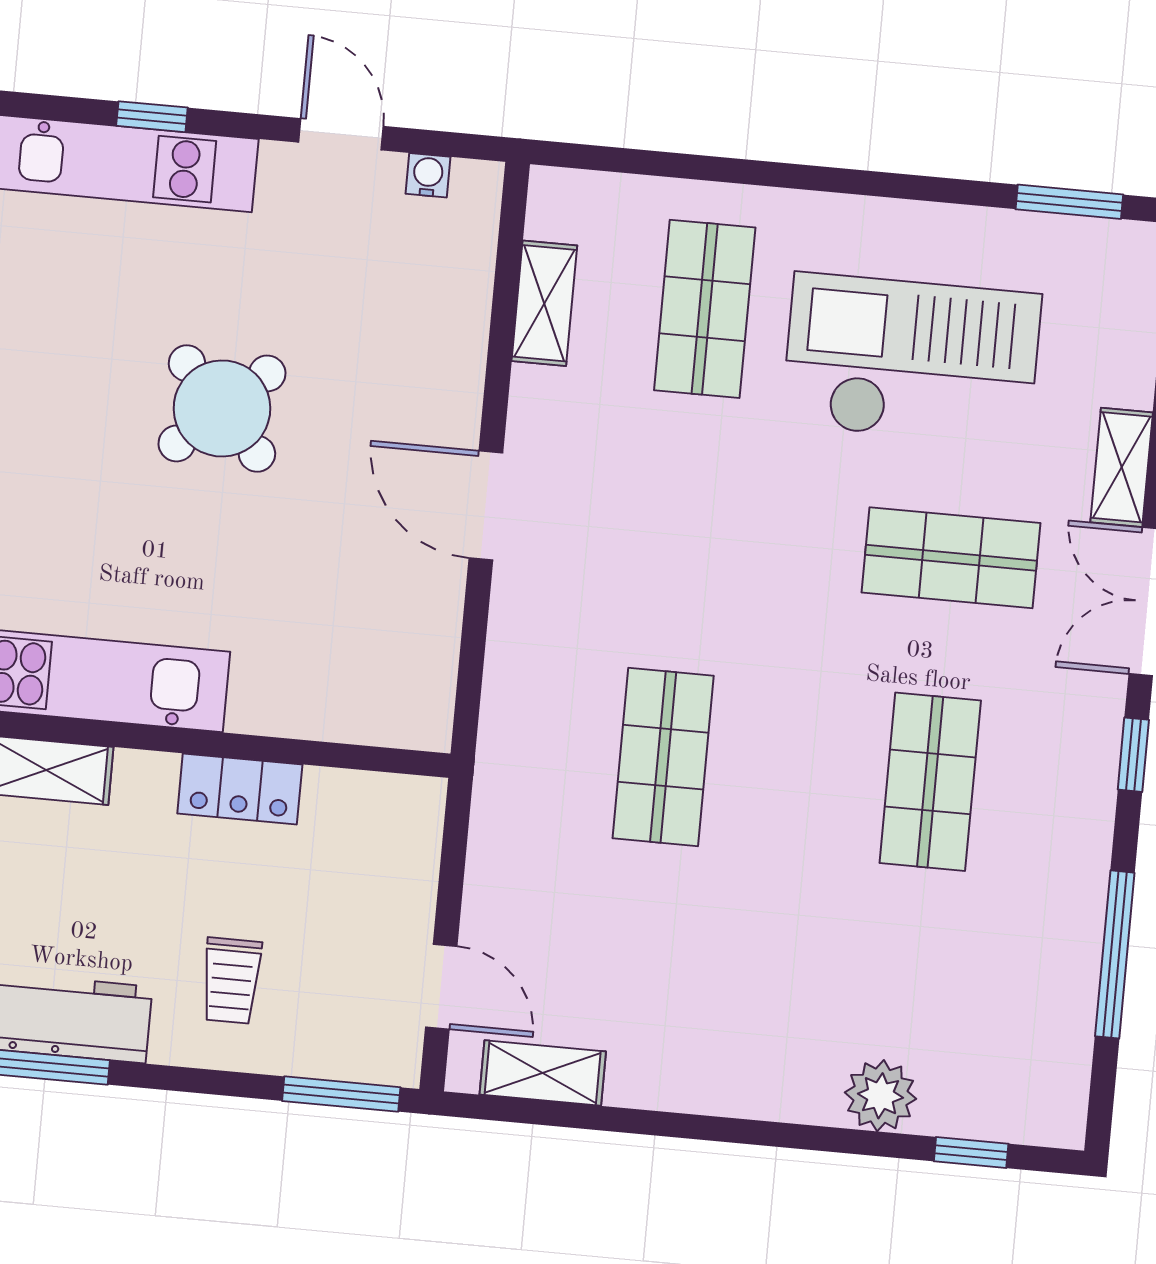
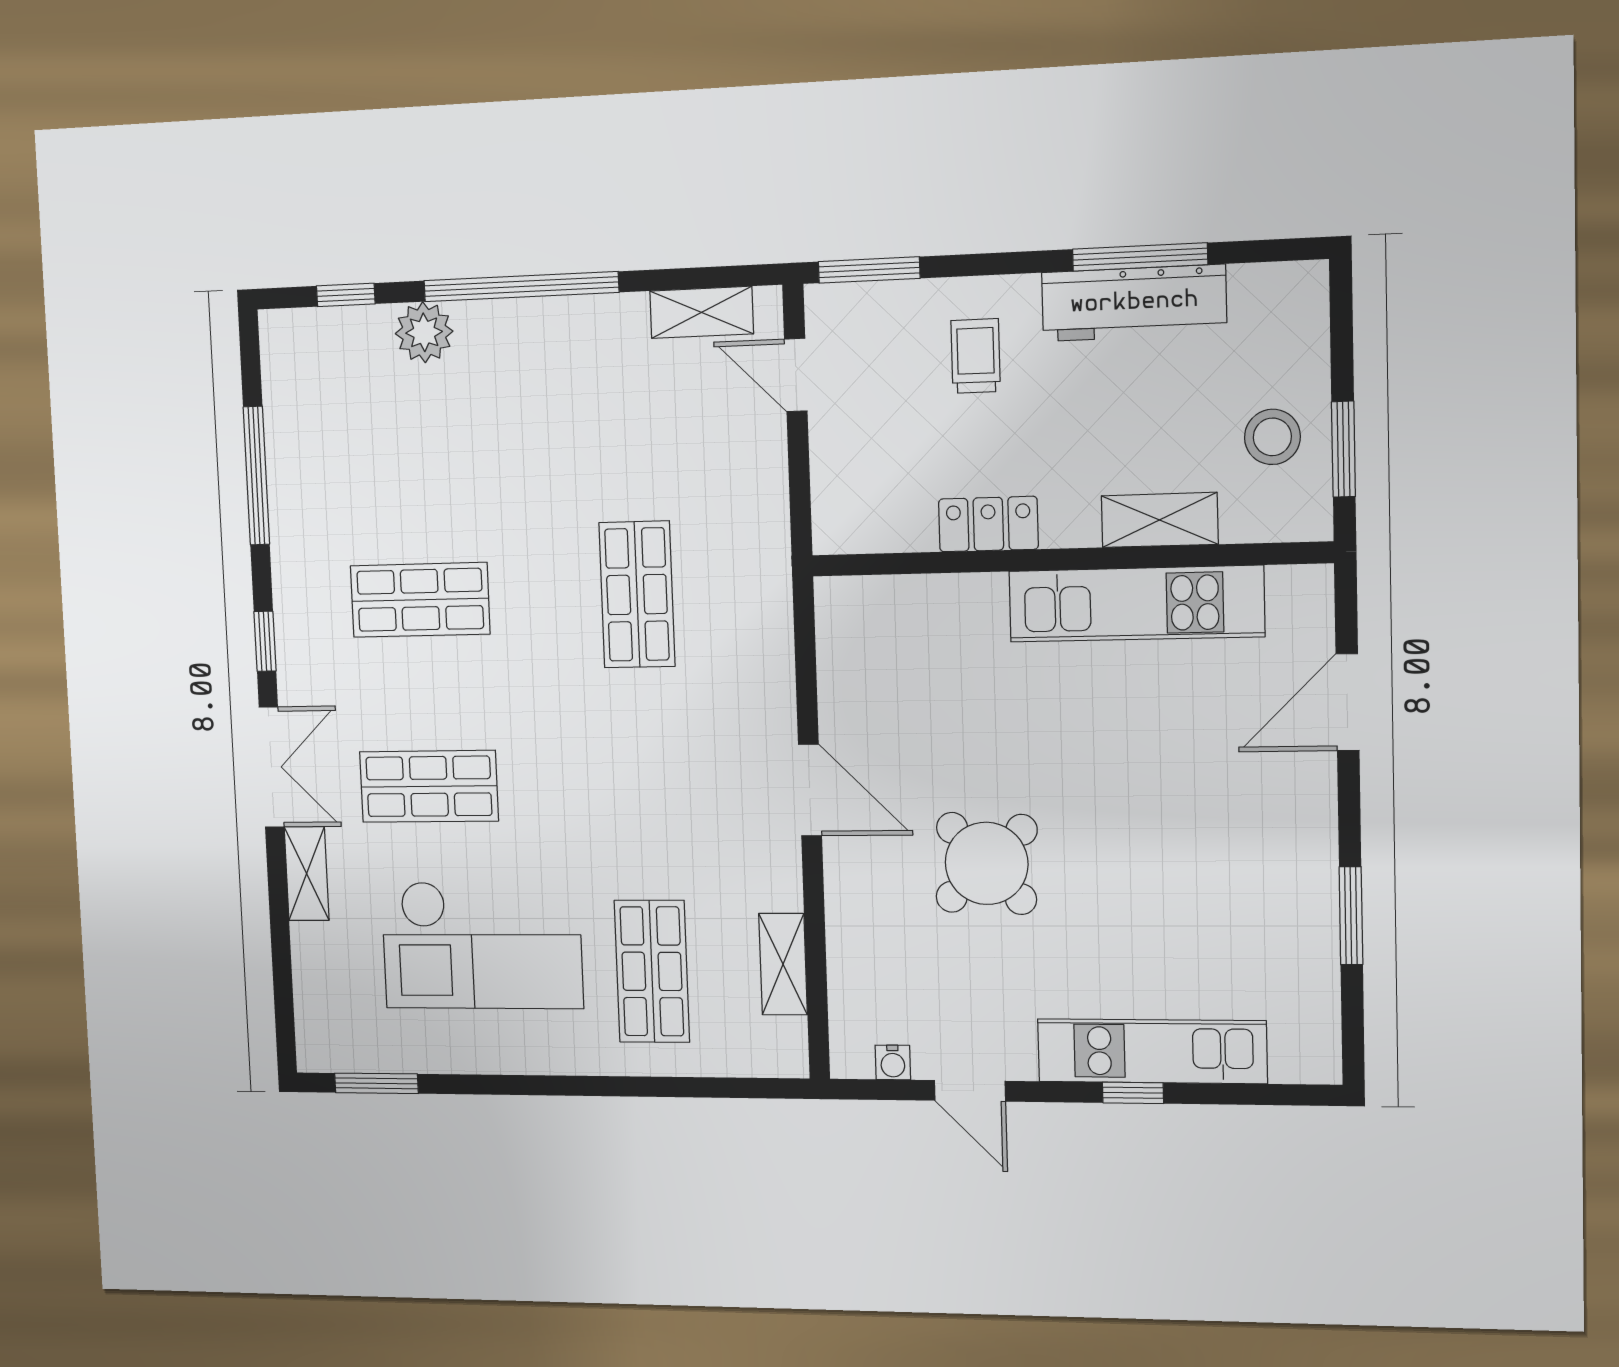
round table: (222, 408) -> (987, 863), moved
shop shelf: (930, 782) -> (420, 600), turned 90
window: (755, 1132) -> (521, 287), added

